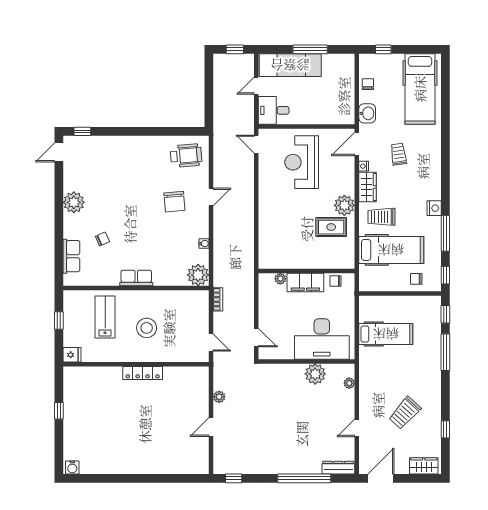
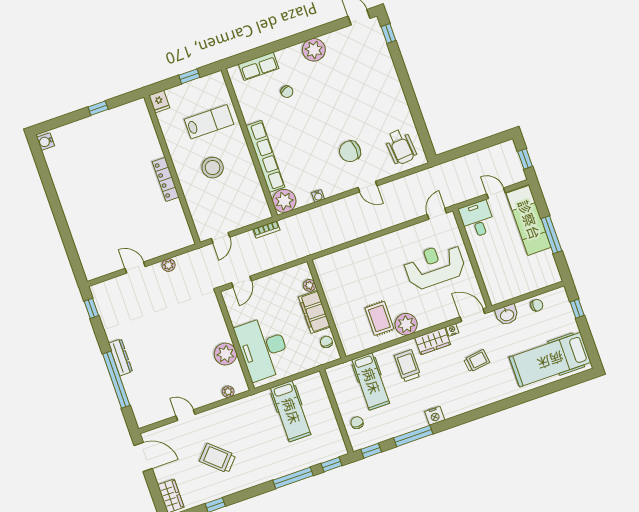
hospital bed: (391, 250) -> (371, 381), width x0.73, depth x0.78
row of seats: (136, 278) -> (265, 156), width x2.02
dresser: (338, 468) -> (120, 357), moved

